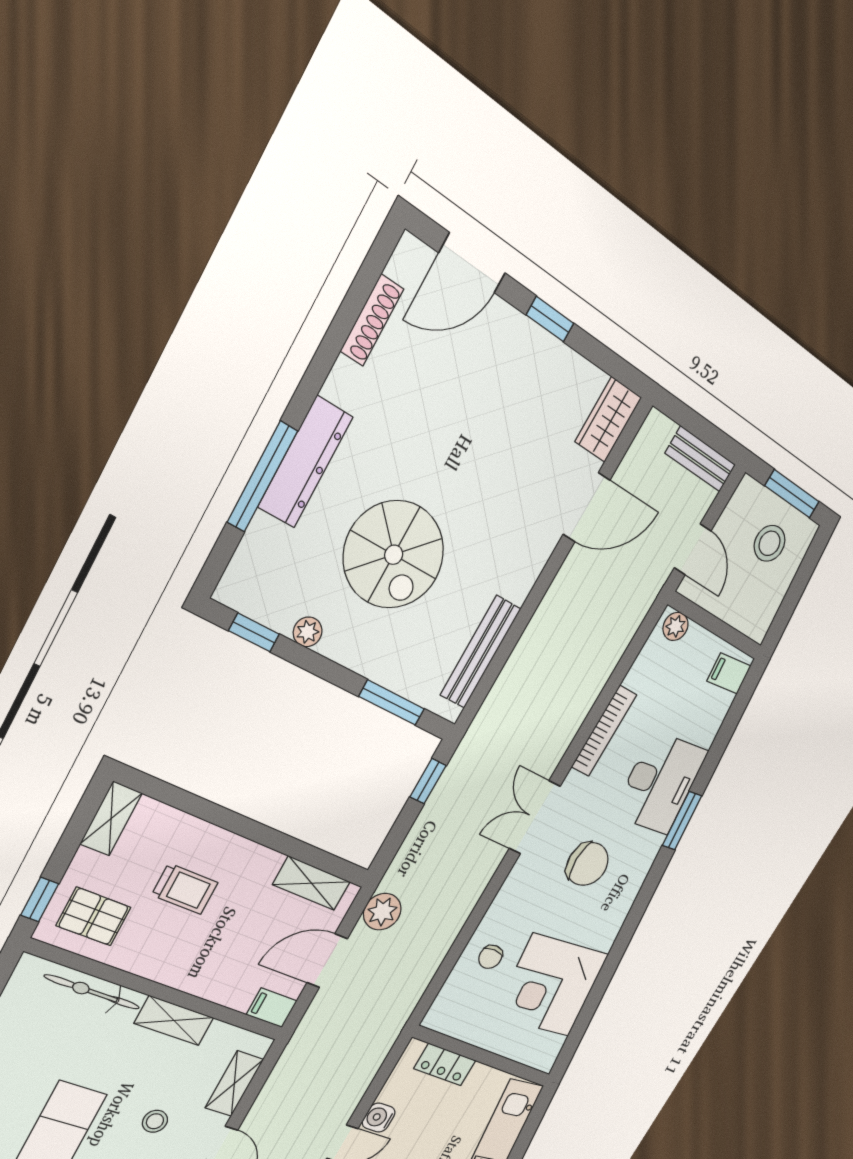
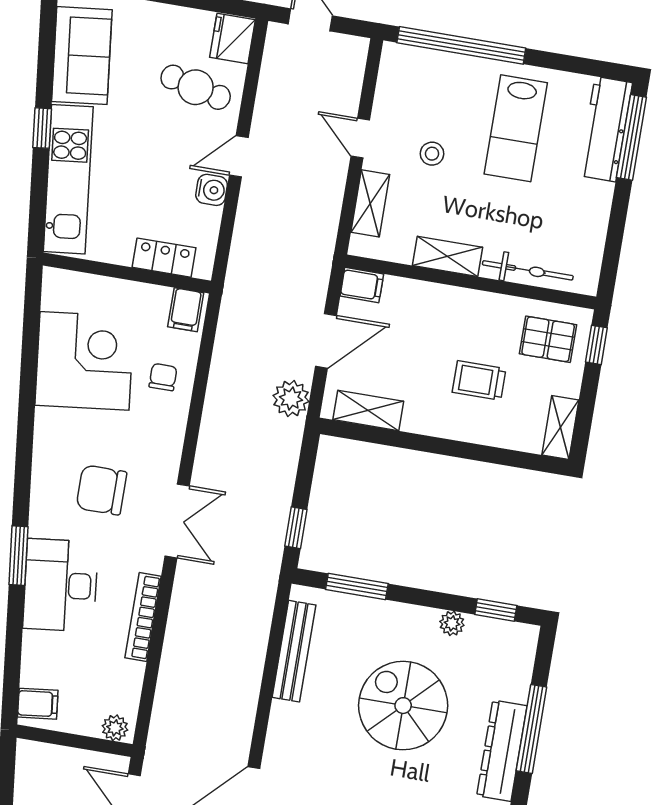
filing cabinet: (445, 1014) -> (186, 310), added

